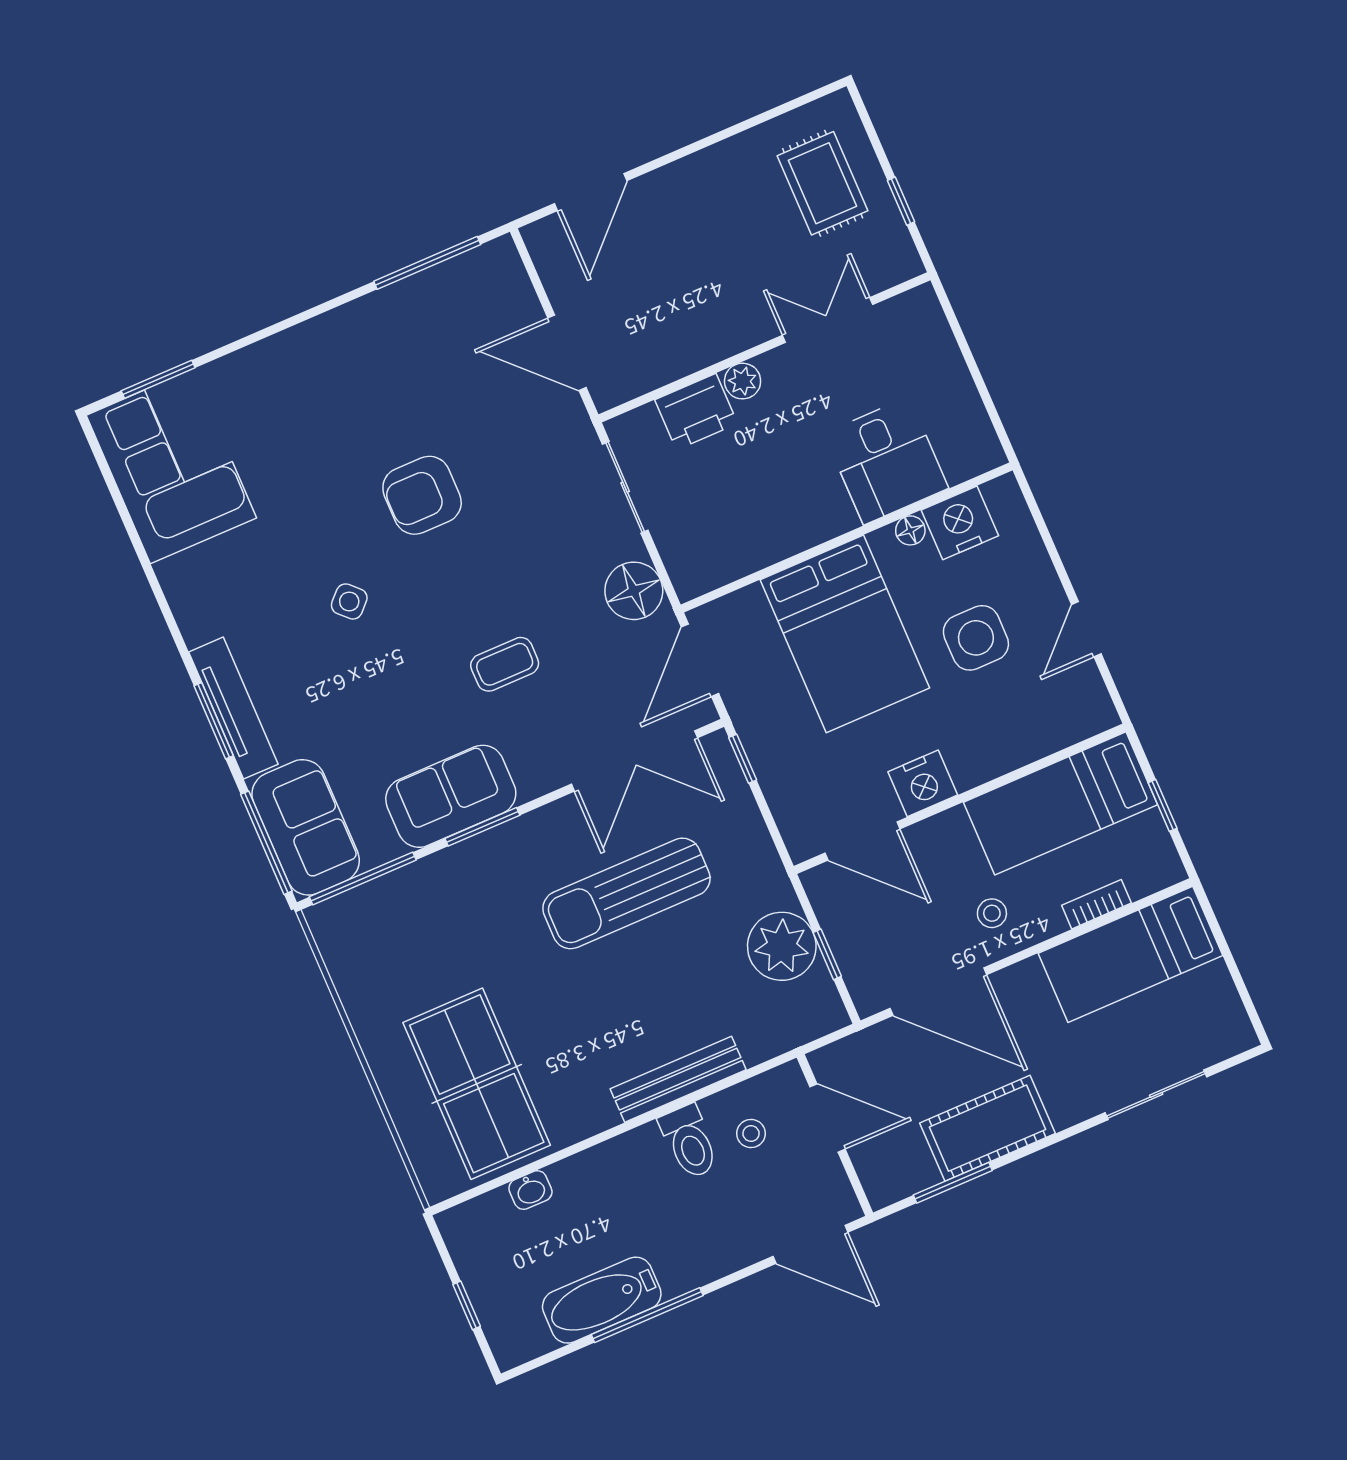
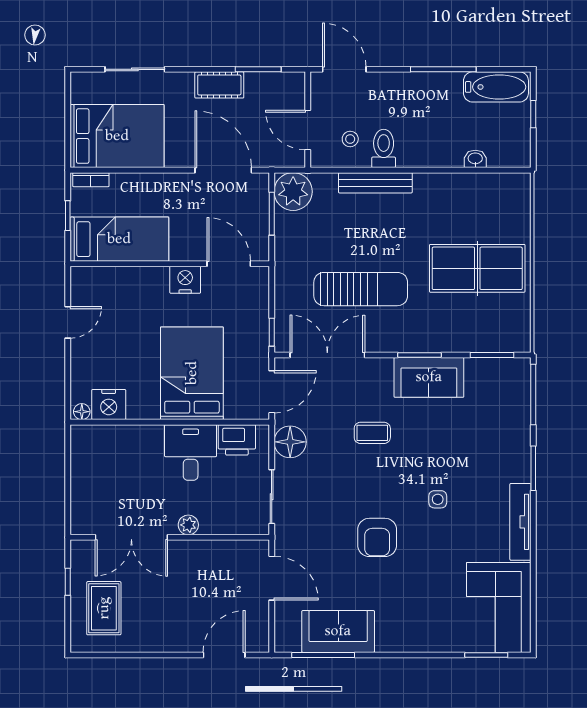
double door: (828, 320) -> (131, 537), width x1.37
printer: (696, 412) -> (237, 440), moved, turned 180
desk: (886, 461) -> (191, 452), moved
armchair: (422, 495) -> (377, 537), turned 90
floor lamp: (910, 530) -> (82, 412), moved
side table: (349, 601) -> (438, 499), turned 45
side table: (976, 638) -> (126, 342), removed
tv unit: (233, 708) -> (520, 522), moved
sofa: (306, 827) -> (338, 631), moved, turned 90
window: (363, 878) -> (492, 355), width x0.69
bookcase: (1096, 904) -> (91, 180), moved
stool: (992, 913) -> (179, 198), removed
plant: (782, 946) -> (293, 192), moved
window: (827, 954) -> (272, 214), width x1.50
bed: (1130, 954) -> (117, 136), width x1.50
table tennis table: (477, 1084) -> (477, 268), moved, turned 90
cot: (988, 1128) -> (219, 85), width x0.73, depth x0.75
bathtub: (602, 1300) -> (496, 87), moved

